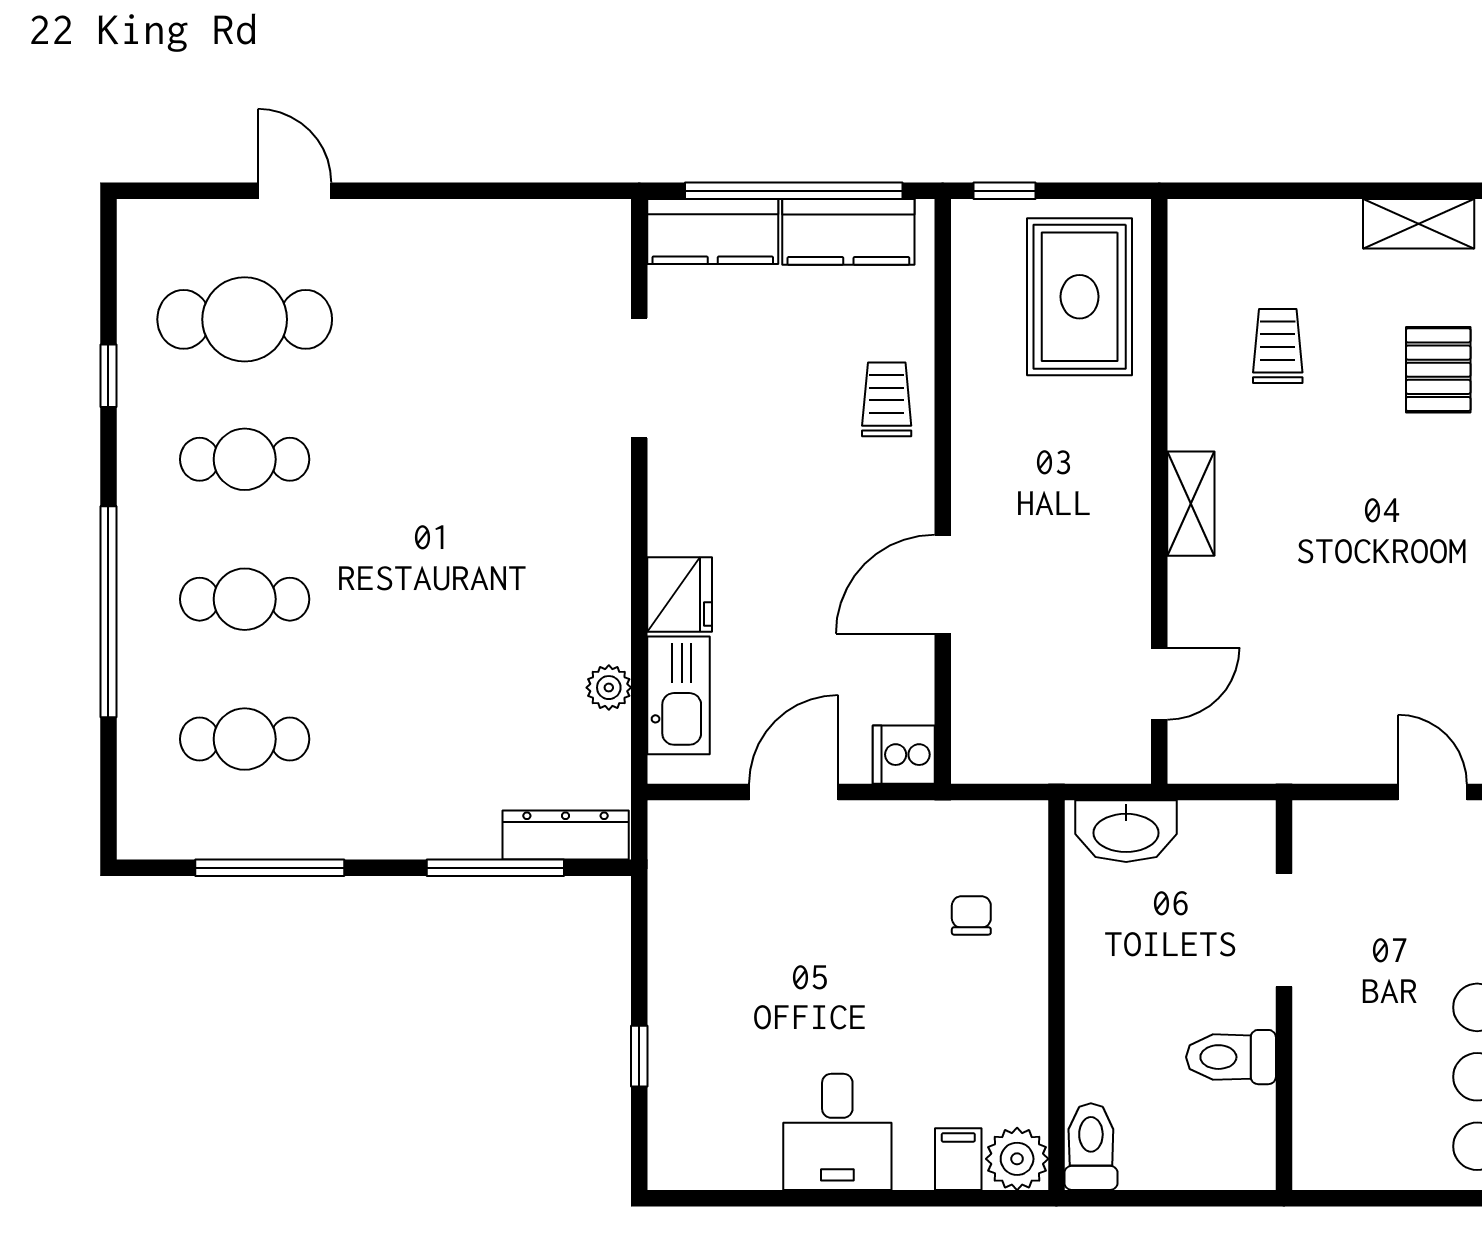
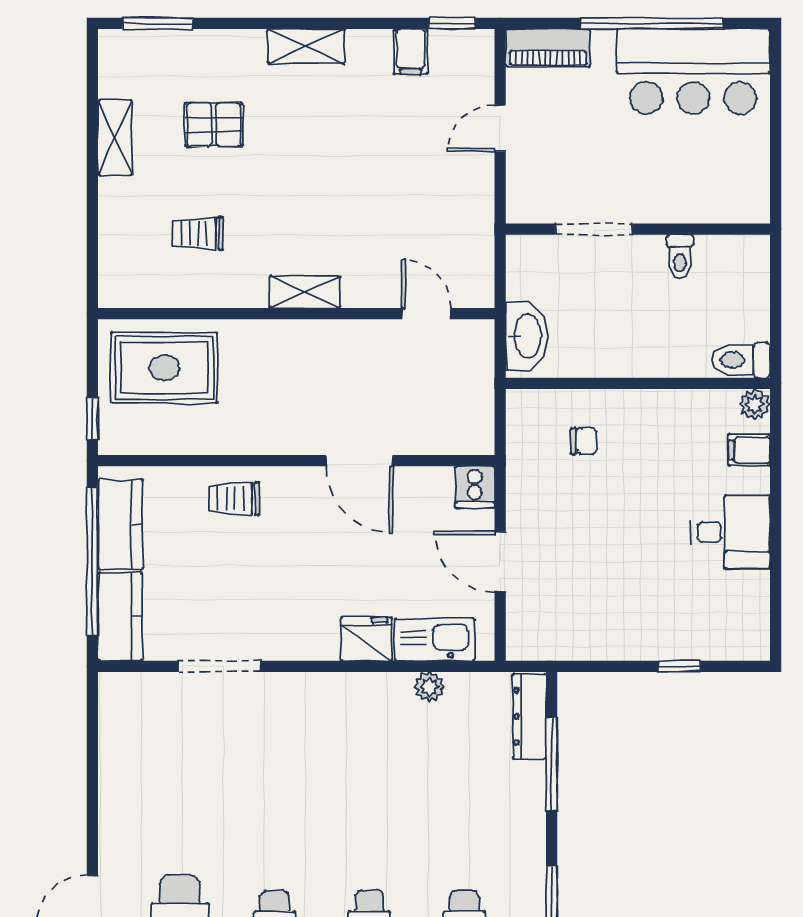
chair: (971, 915) -> (584, 441), turned 180
toilet: (1231, 1057) -> (680, 257), width x0.73, depth x0.72
plant: (1017, 1159) -> (755, 404), width x0.73, depth x0.73

